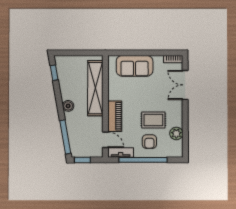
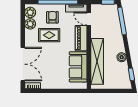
sofa: (135, 66) -> (78, 67), moved, turned -90
double door: (185, 85) -> (23, 64), width x1.37
boiler: (68, 106) -> (122, 57), moved
plant: (176, 147) -> (30, 12), added

